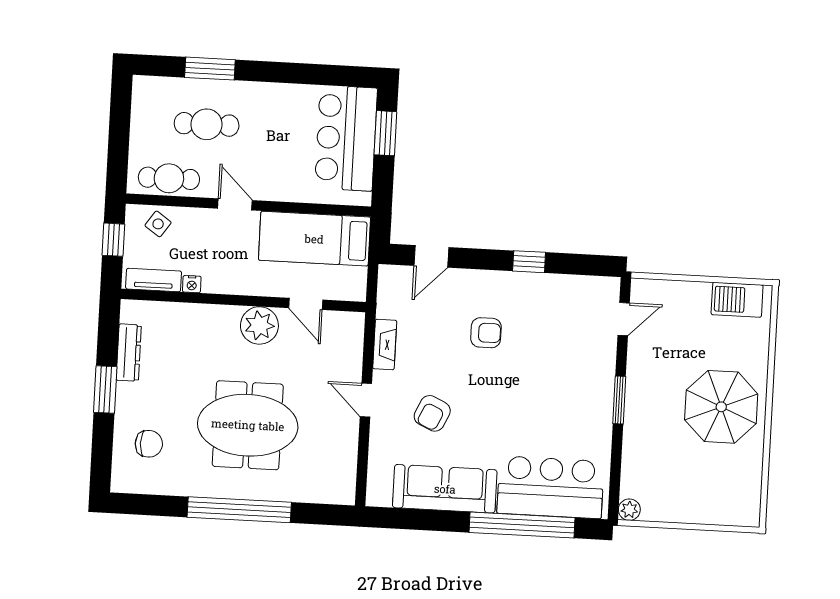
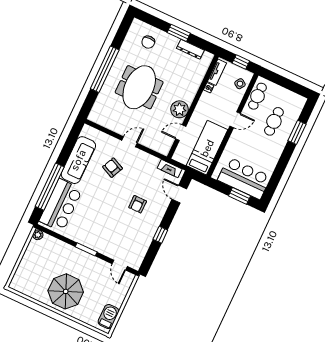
fireplace: (385, 345) -> (170, 169), moved

